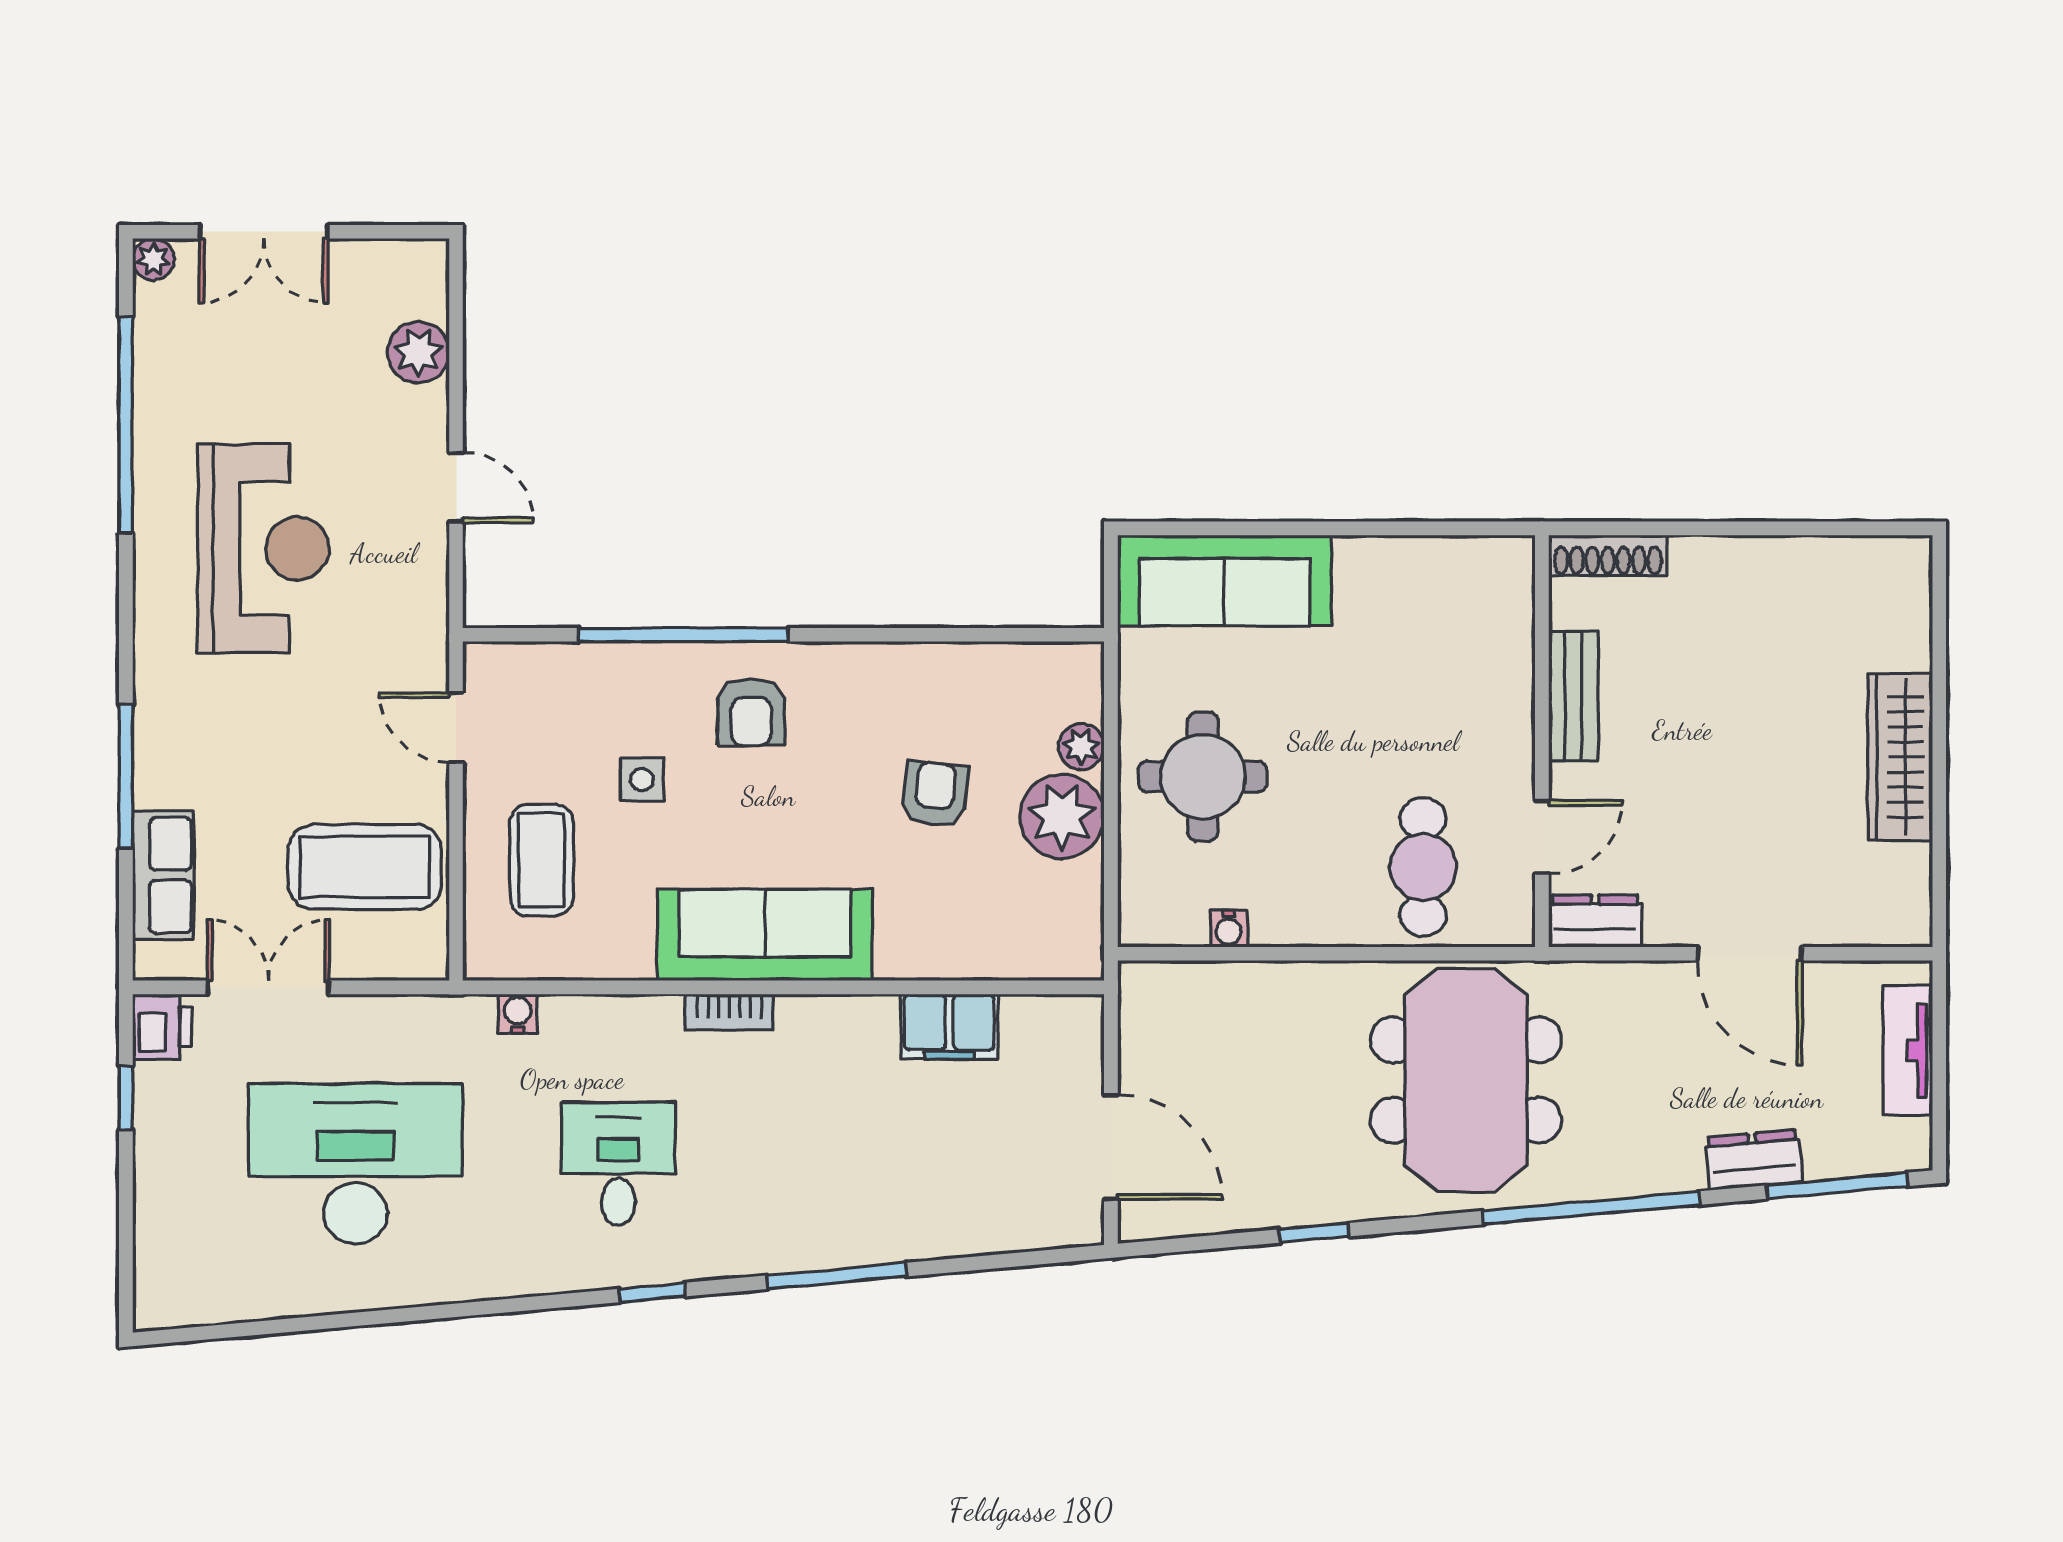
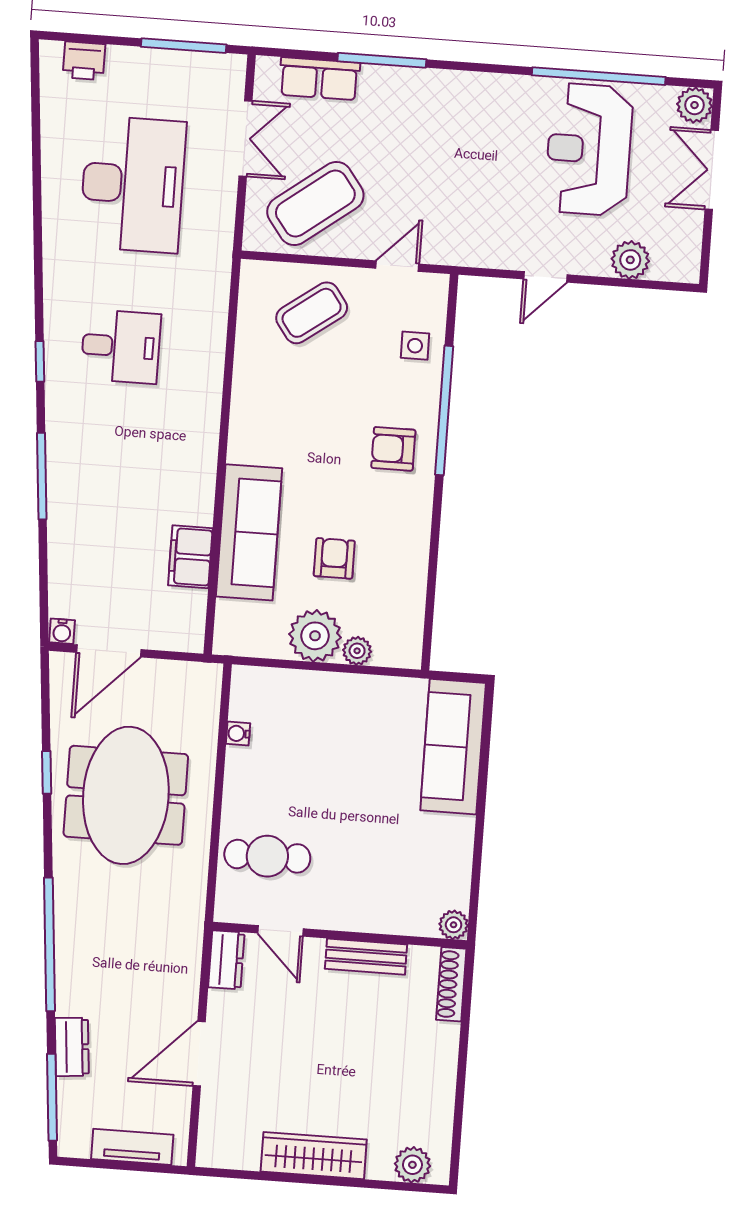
plant: (153, 259) -> (695, 105), width x1.38, depth x1.38
reception desk: (263, 548) -> (589, 149), moved, turned 90
plant: (1512, 559) -> (454, 925), added
plant: (1903, 596) -> (412, 1165), added
round table: (1203, 777) -> (333, 724), removed
side table: (642, 780) -> (415, 346), moved
armchair: (935, 794) -> (334, 558), turned -96
coffee table: (542, 860) -> (312, 313), turned -36
coffee table: (365, 867) -> (315, 203), turned 53
sofa: (765, 935) -> (249, 532), moved
bookcase: (729, 1012) -> (209, 422), removed
water cooler: (518, 1014) -> (62, 631), moved, turned 90
printer: (162, 1027) -> (84, 61), moved
meeting table: (1466, 1080) -> (126, 795), moved, turned 90
window: (126, 1098) -> (184, 46), width x2.17

